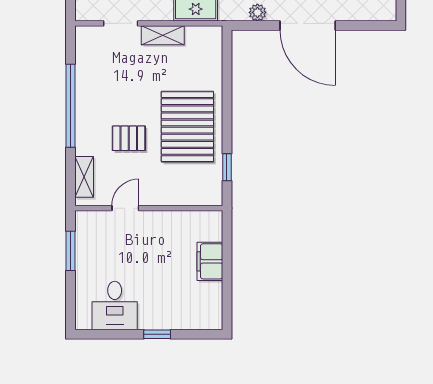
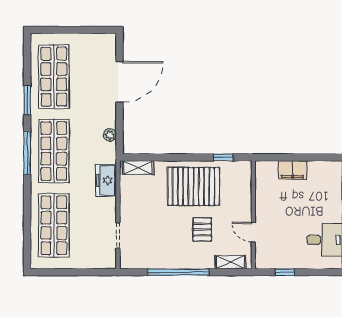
door: (308, 26) -> (120, 82), moved
shelving: (163, 35) -> (138, 168), moved, turned 90
window: (70, 251) -> (285, 272), width x0.67

